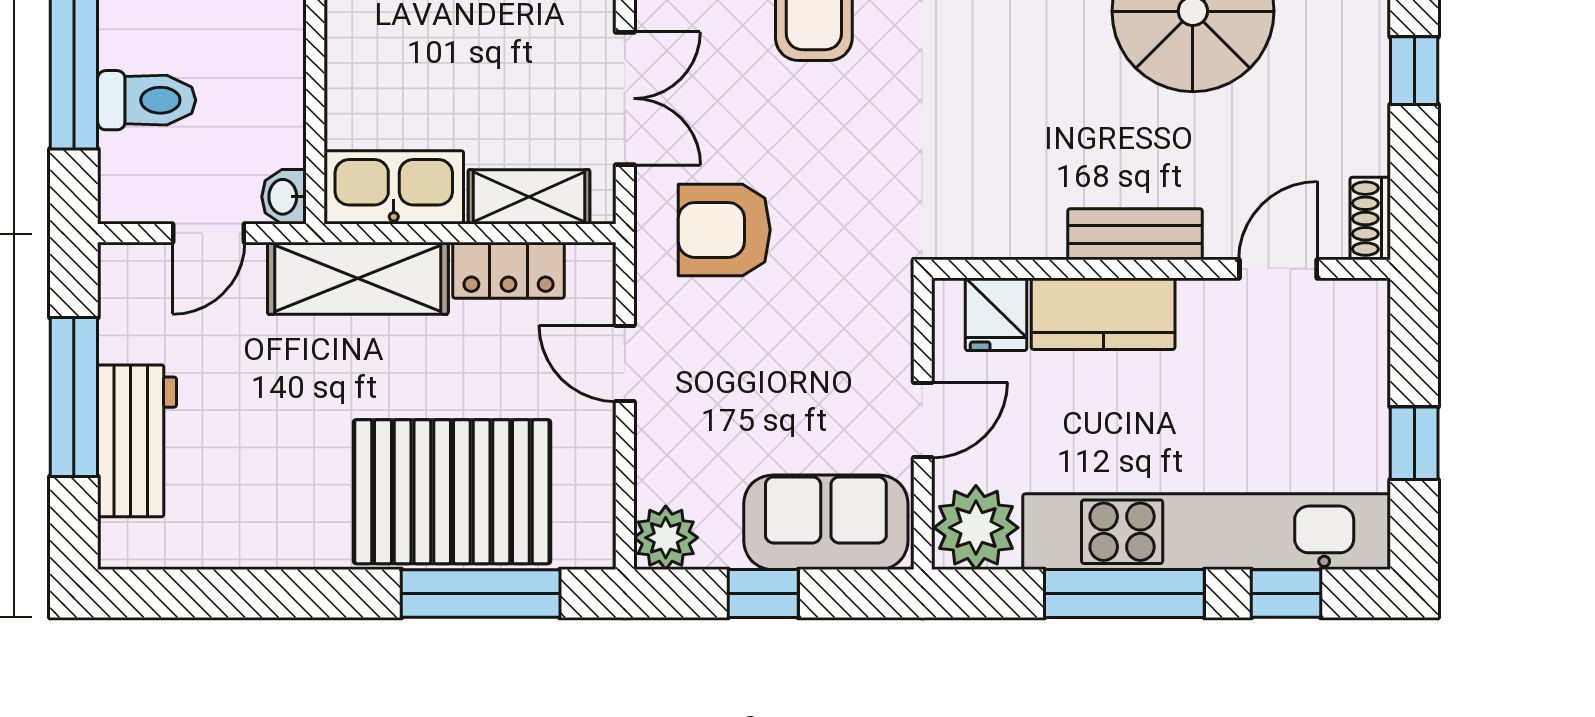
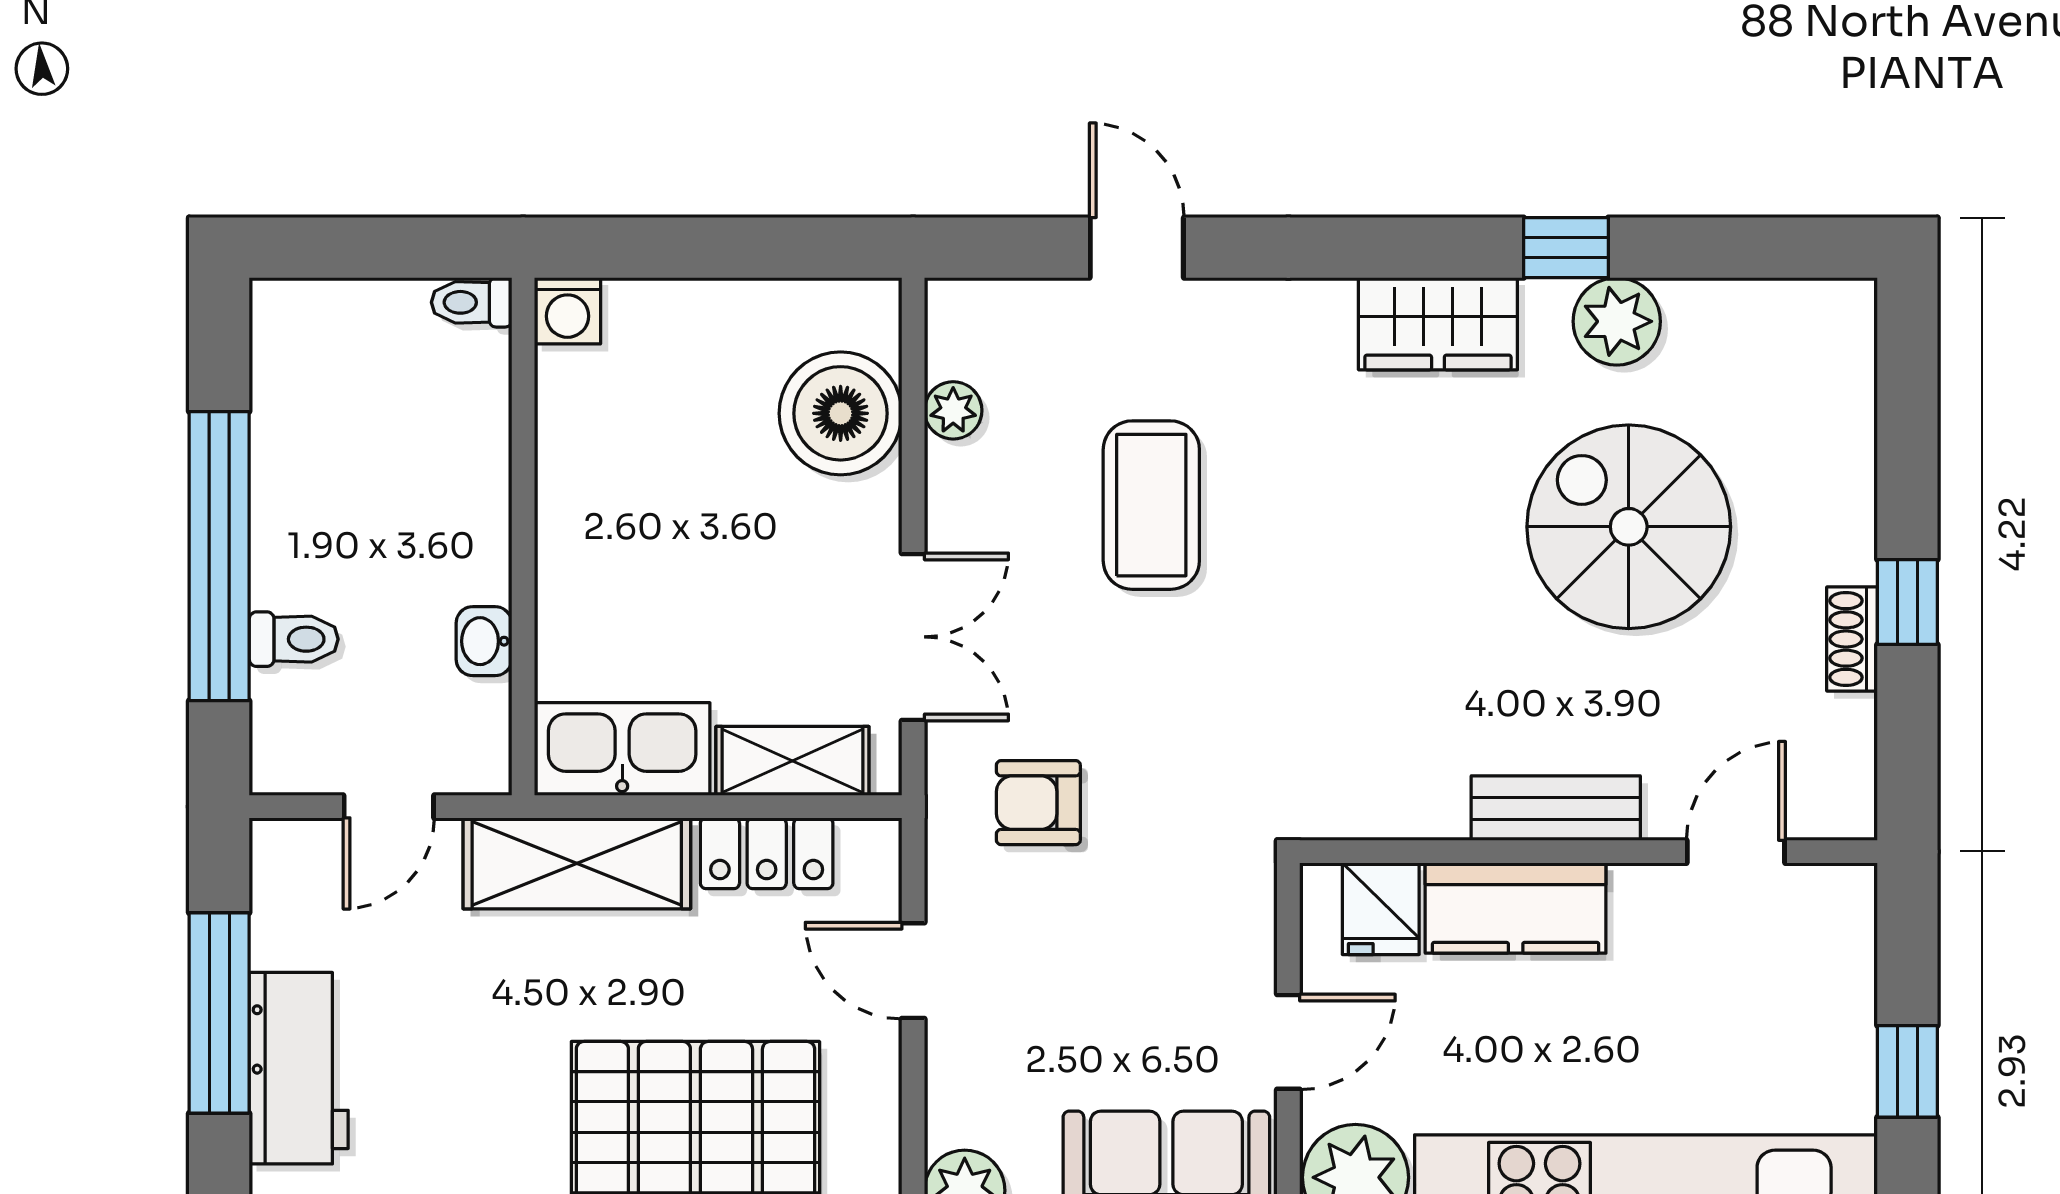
toilet: (147, 100) -> (294, 639), width x0.73, depth x0.72
washbasin: (284, 197) -> (484, 641), moved
shoe rack: (1370, 219) -> (1852, 639), moved
armchair: (724, 230) -> (1038, 803), width x0.72, depth x0.72

